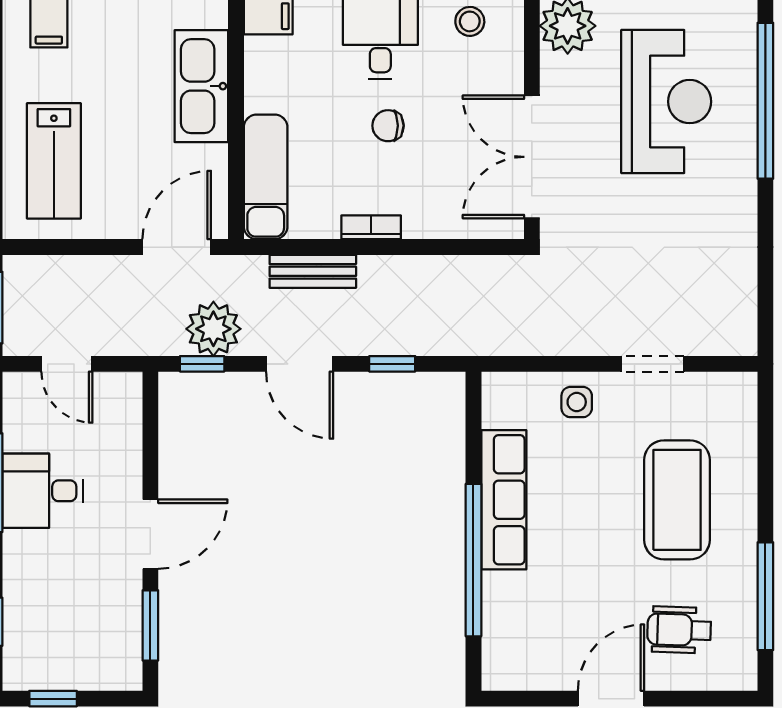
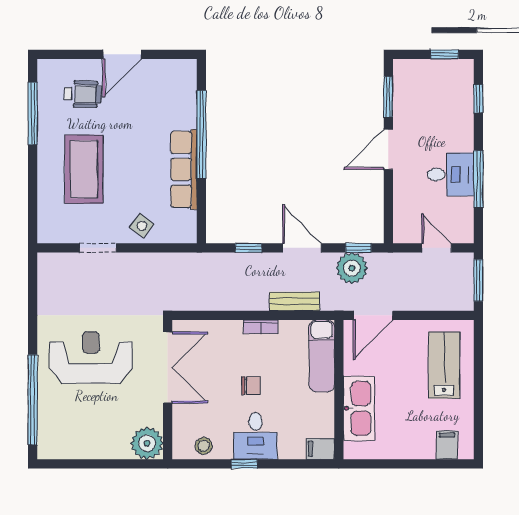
reception desk: (666, 102) -> (91, 357), moved, turned 90
side table: (577, 402) -> (142, 226), turned 38

